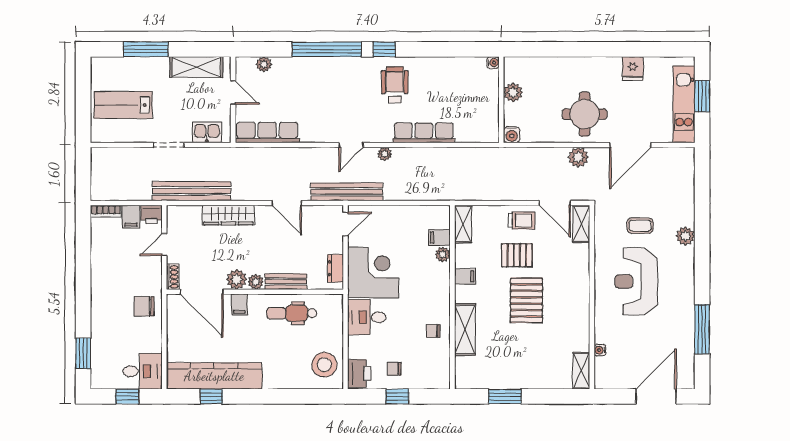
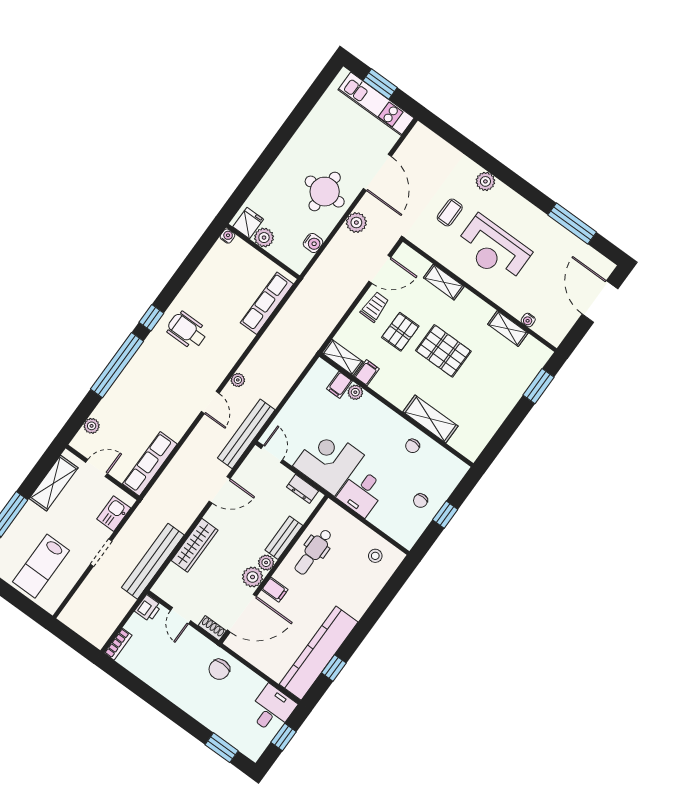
fridge: (633, 69) -> (248, 223), moved, turned -90
row of seats: (424, 133) -> (267, 303), moved
water cooler: (512, 135) -> (313, 243), moved
filing cabinet: (131, 217) -> (138, 626), removed
shelving: (581, 224) -> (444, 282), moved
filing cabinet: (465, 276) -> (367, 373), moved
stool: (324, 365) -> (375, 556), width x0.53, depth x0.53
shelving: (581, 371) -> (508, 329), moved
printer: (359, 373) -> (403, 532), removed
window: (505, 396) -> (538, 386), moved

